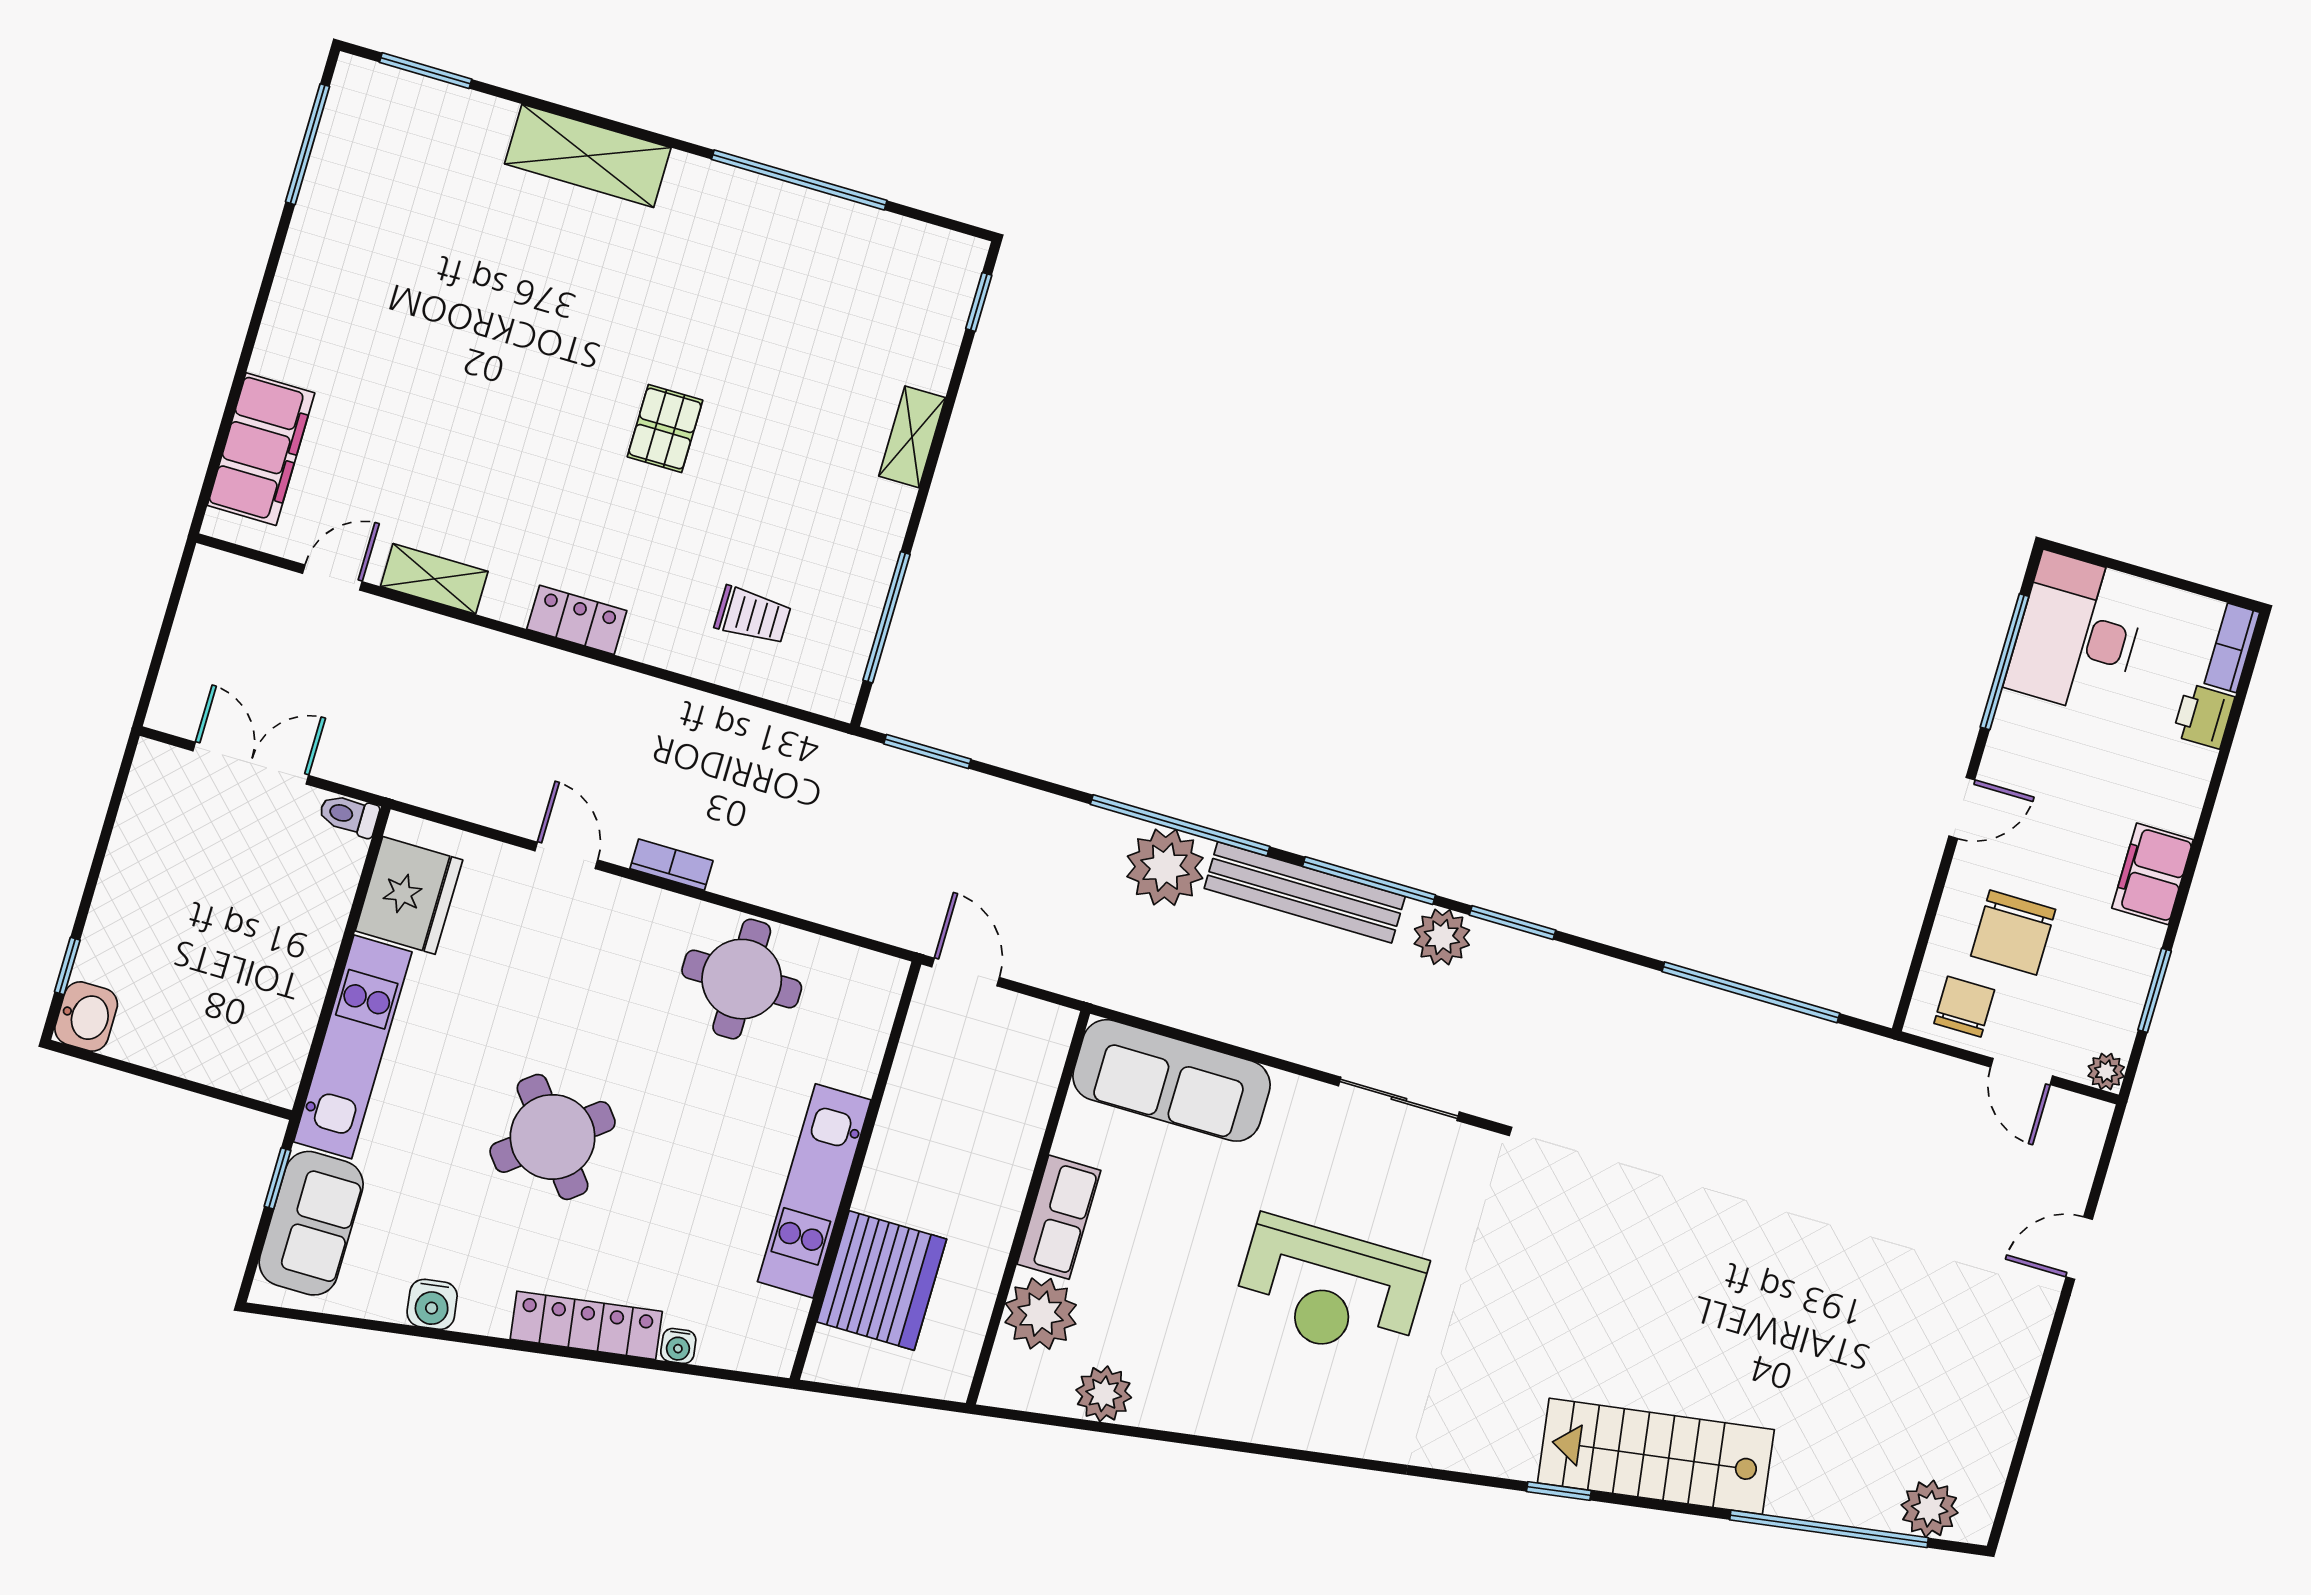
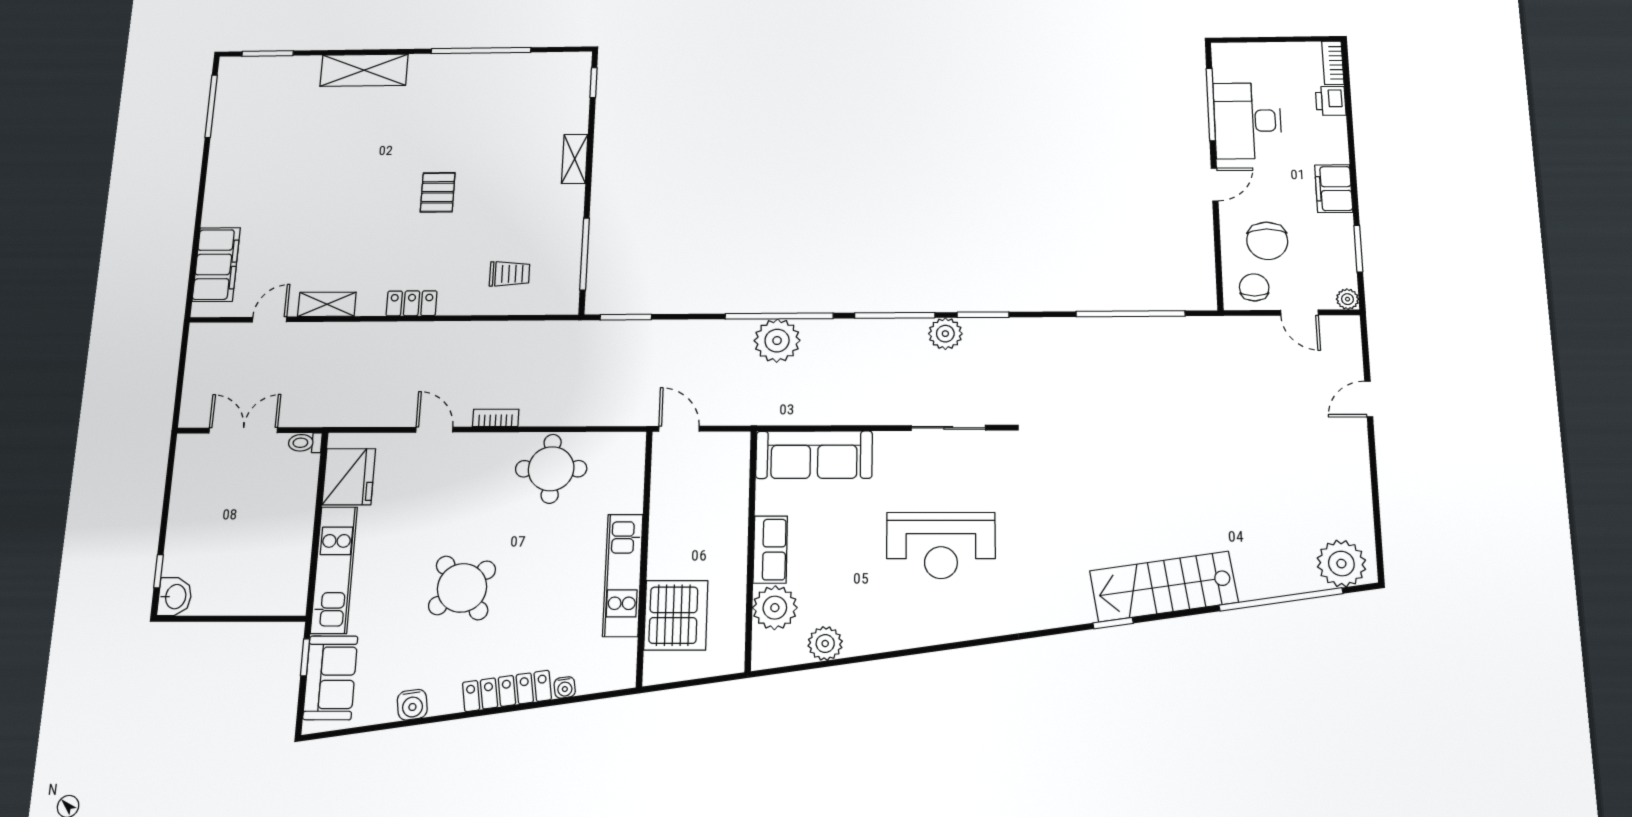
desk: (2077, 634) -> (1247, 121), moved
bench: (1305, 892) -> (860, 332), removed
plant: (1930, 1509) -> (1341, 564), width x1.36, depth x1.36

